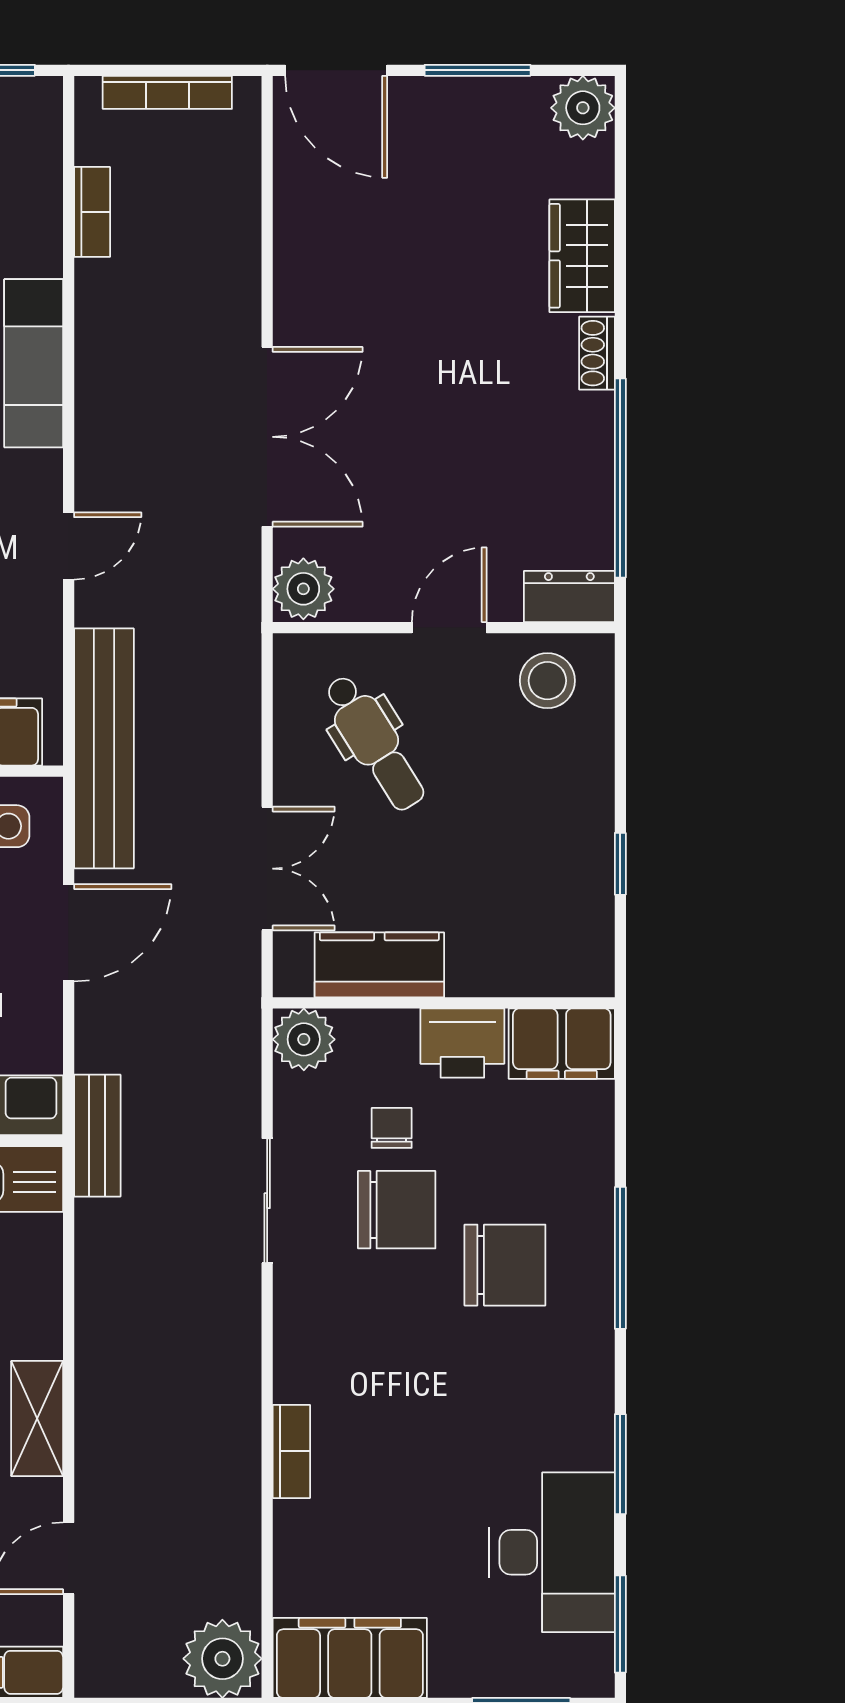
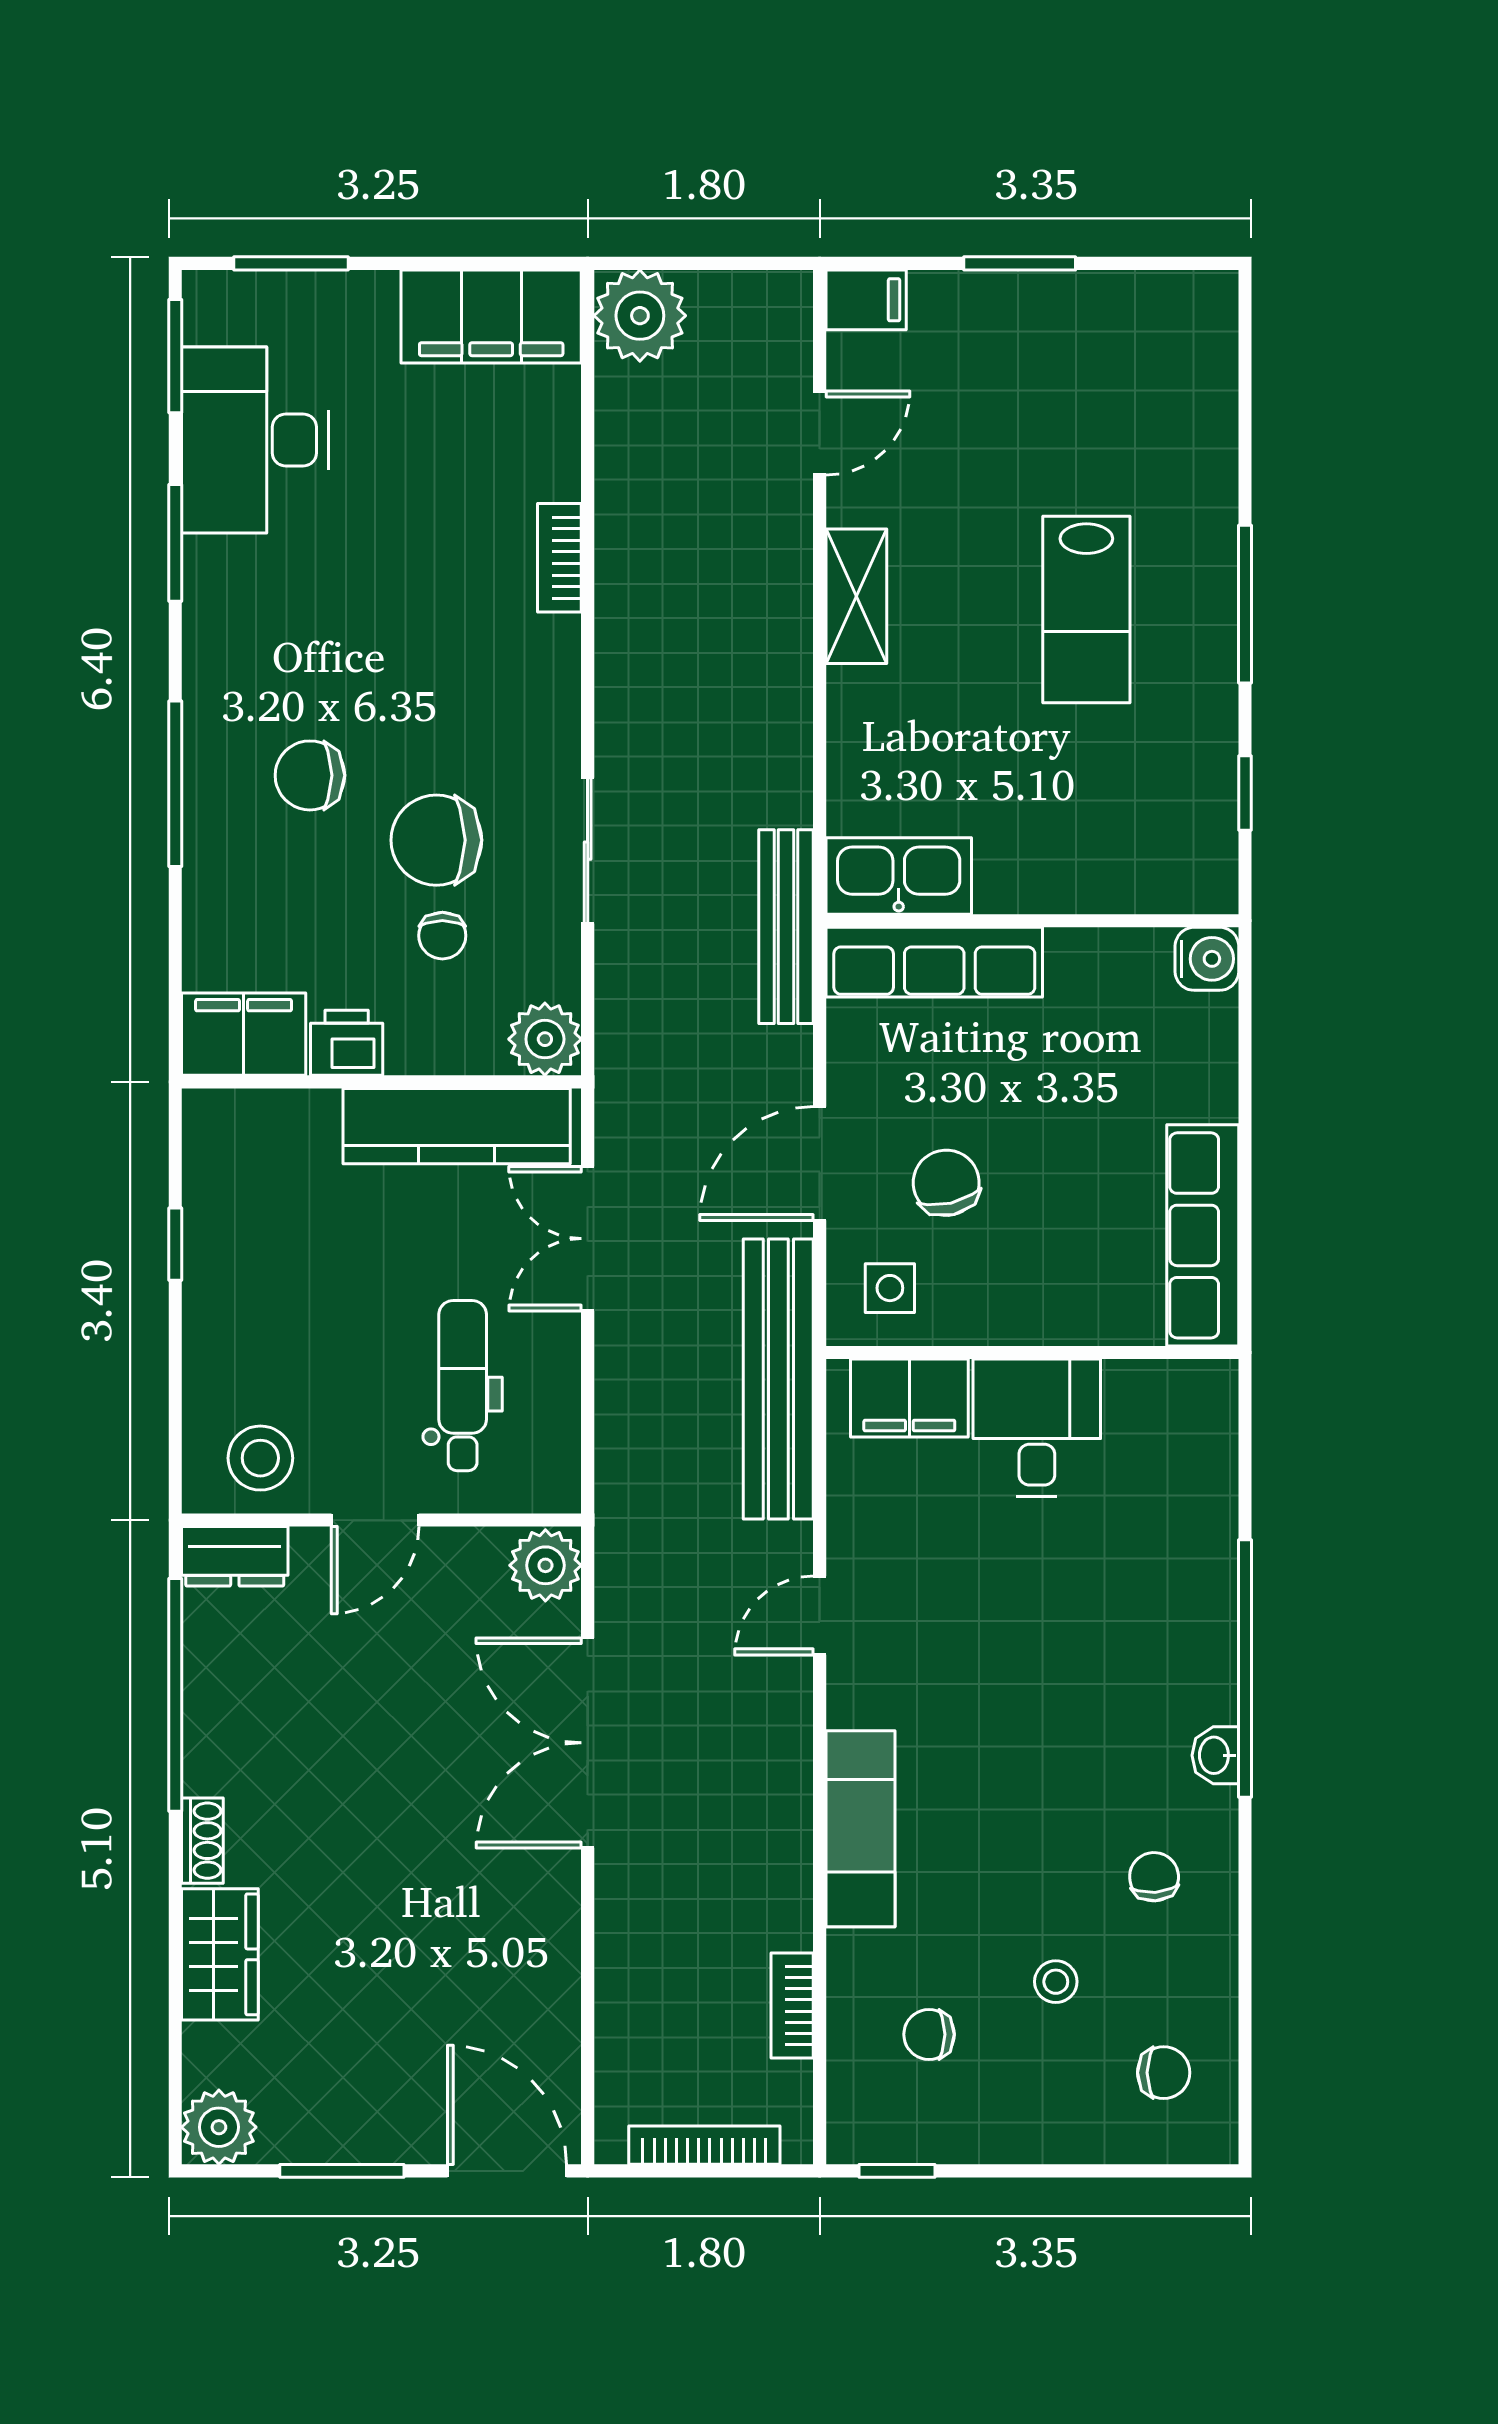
dental chair: (374, 743) -> (463, 1386), turned 32
kitchen counter: (379, 965) -> (457, 1126), width x1.50
printer: (462, 1043) -> (347, 1043), width x0.73, depth x0.81
bench: (97, 1136) -> (786, 927), width x1.36
chair: (505, 1265) -> (310, 775), width x0.73, depth x0.73

